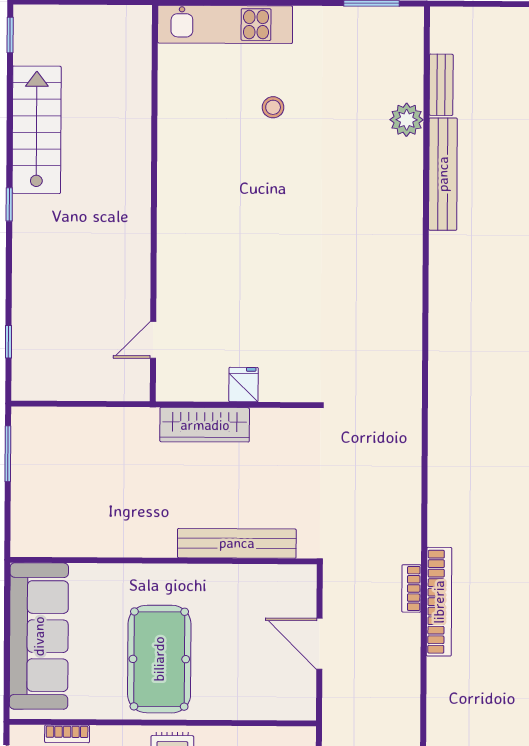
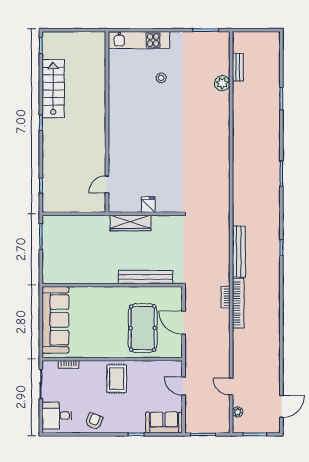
bench: (443, 174) -> (239, 252), moved
pool table: (159, 659) -> (143, 328), moved

